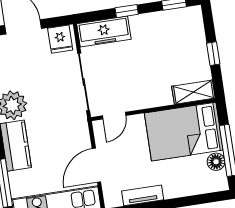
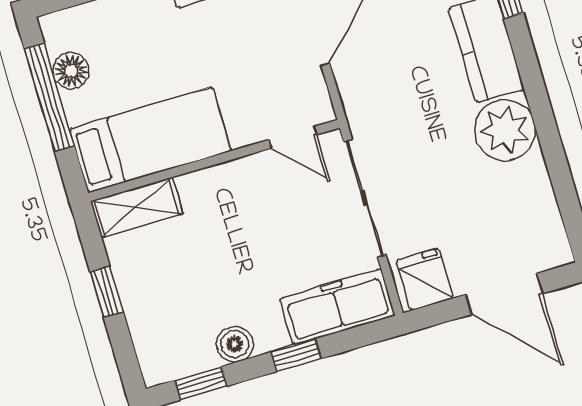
boiler: (155, 20) -> (235, 344), added
door: (114, 116) -> (293, 137), swing flipped
bed: (184, 132) -> (150, 140), width x0.67

